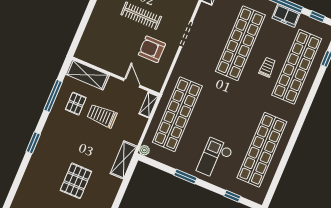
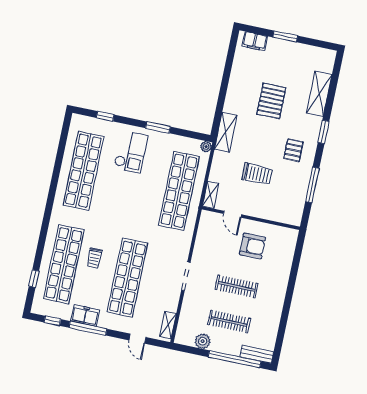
armchair: (152, 49) -> (252, 246), moved
shelving: (87, 75) -> (319, 94), moved, turned 90
pallet: (76, 104) -> (293, 150), moved

